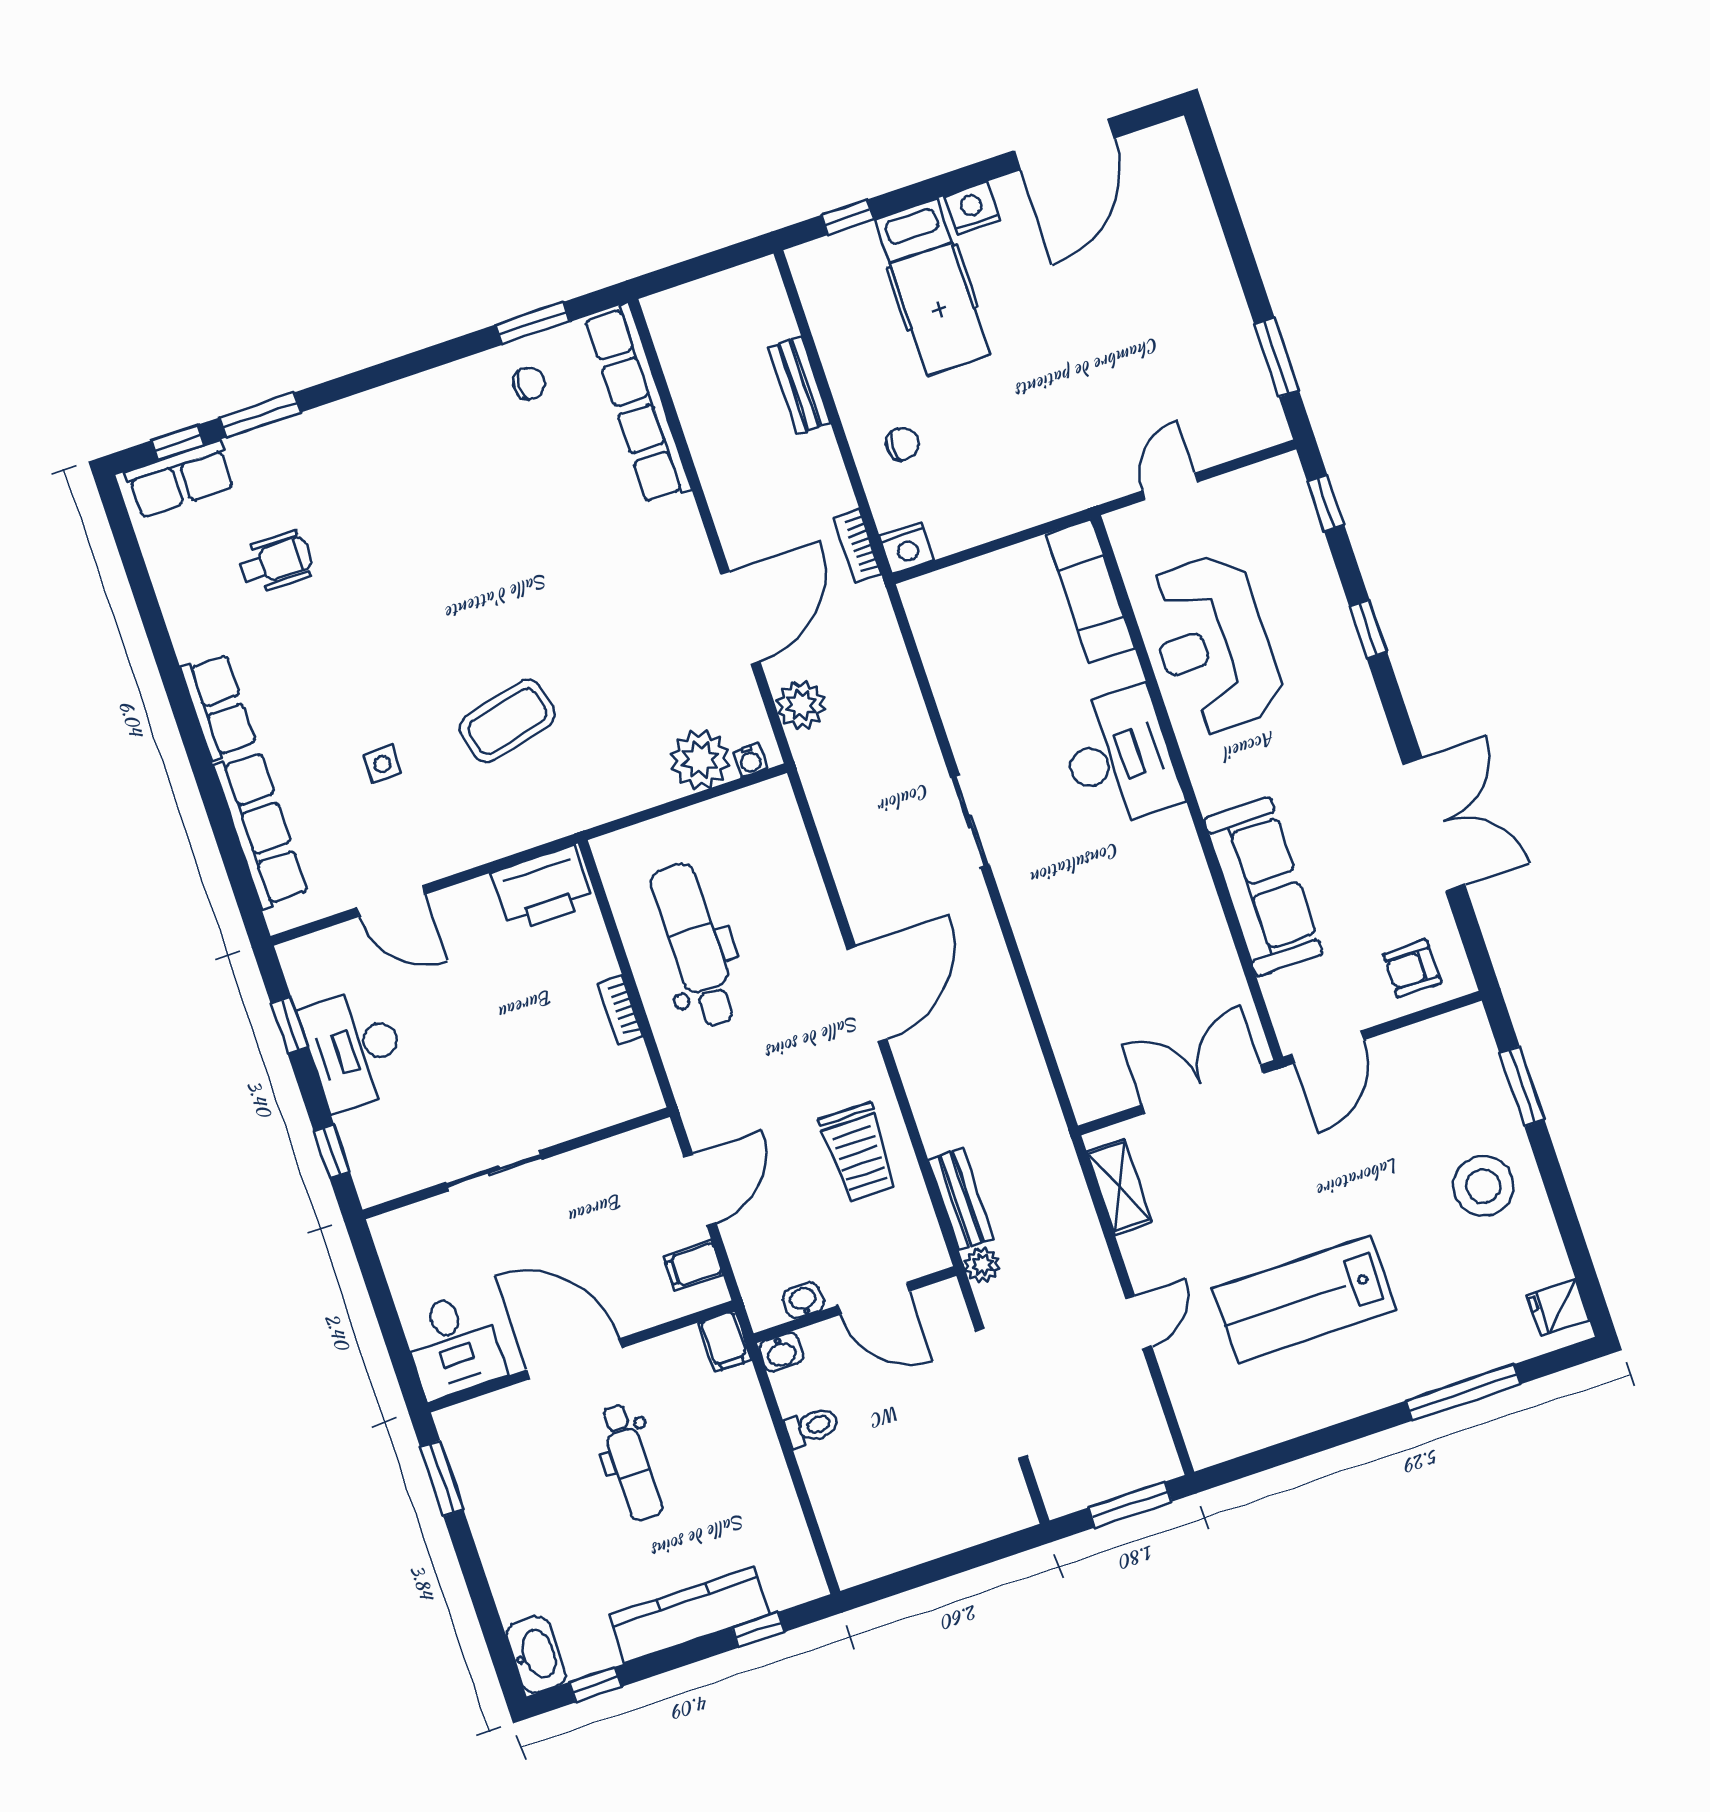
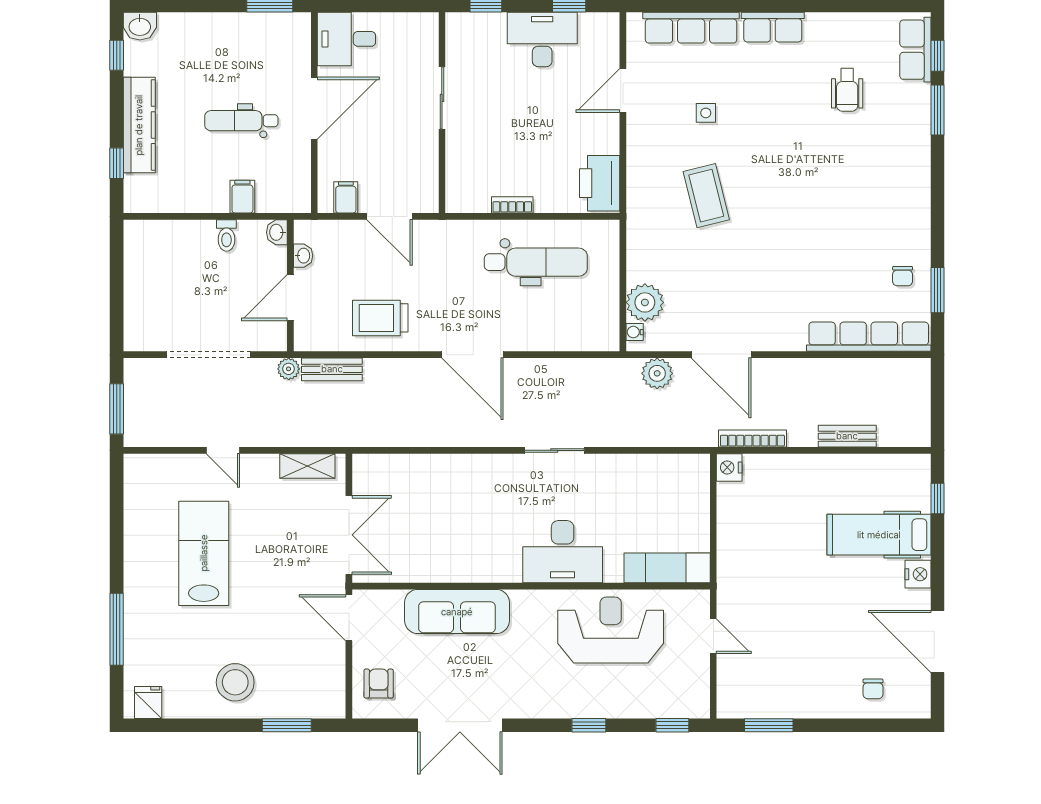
chair: (902, 444) -> (873, 689), moved
bookcase: (857, 546) -> (752, 439), width x1.56
filing cabinet: (725, 1341) -> (242, 197), moved, turned 90
washbasin: (536, 1655) -> (140, 26), width x0.72

